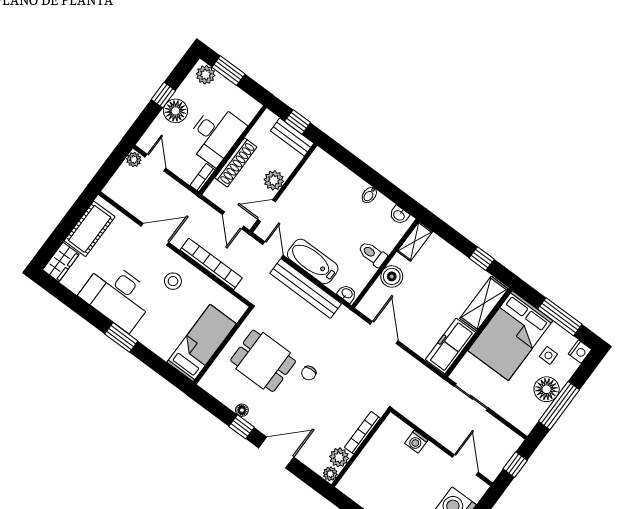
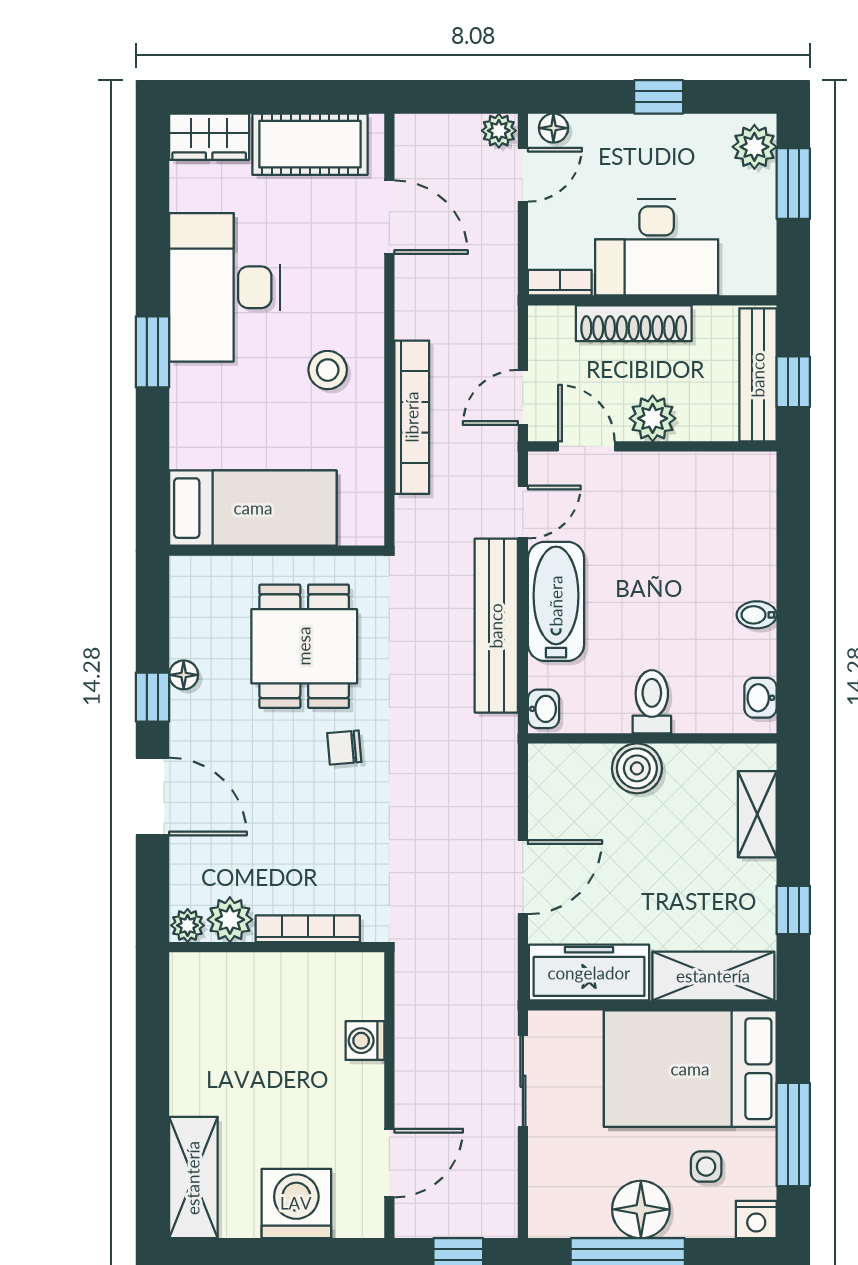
floor lamp: (175, 111) -> (553, 128), moved, width x0.53, depth x0.53
bench: (292, 137) -> (758, 375), width x1.36
door: (155, 234) -> (389, 217), moved
shelving: (415, 241) -> (757, 814), moved, turned 90
door: (384, 332) -> (523, 877), moved

